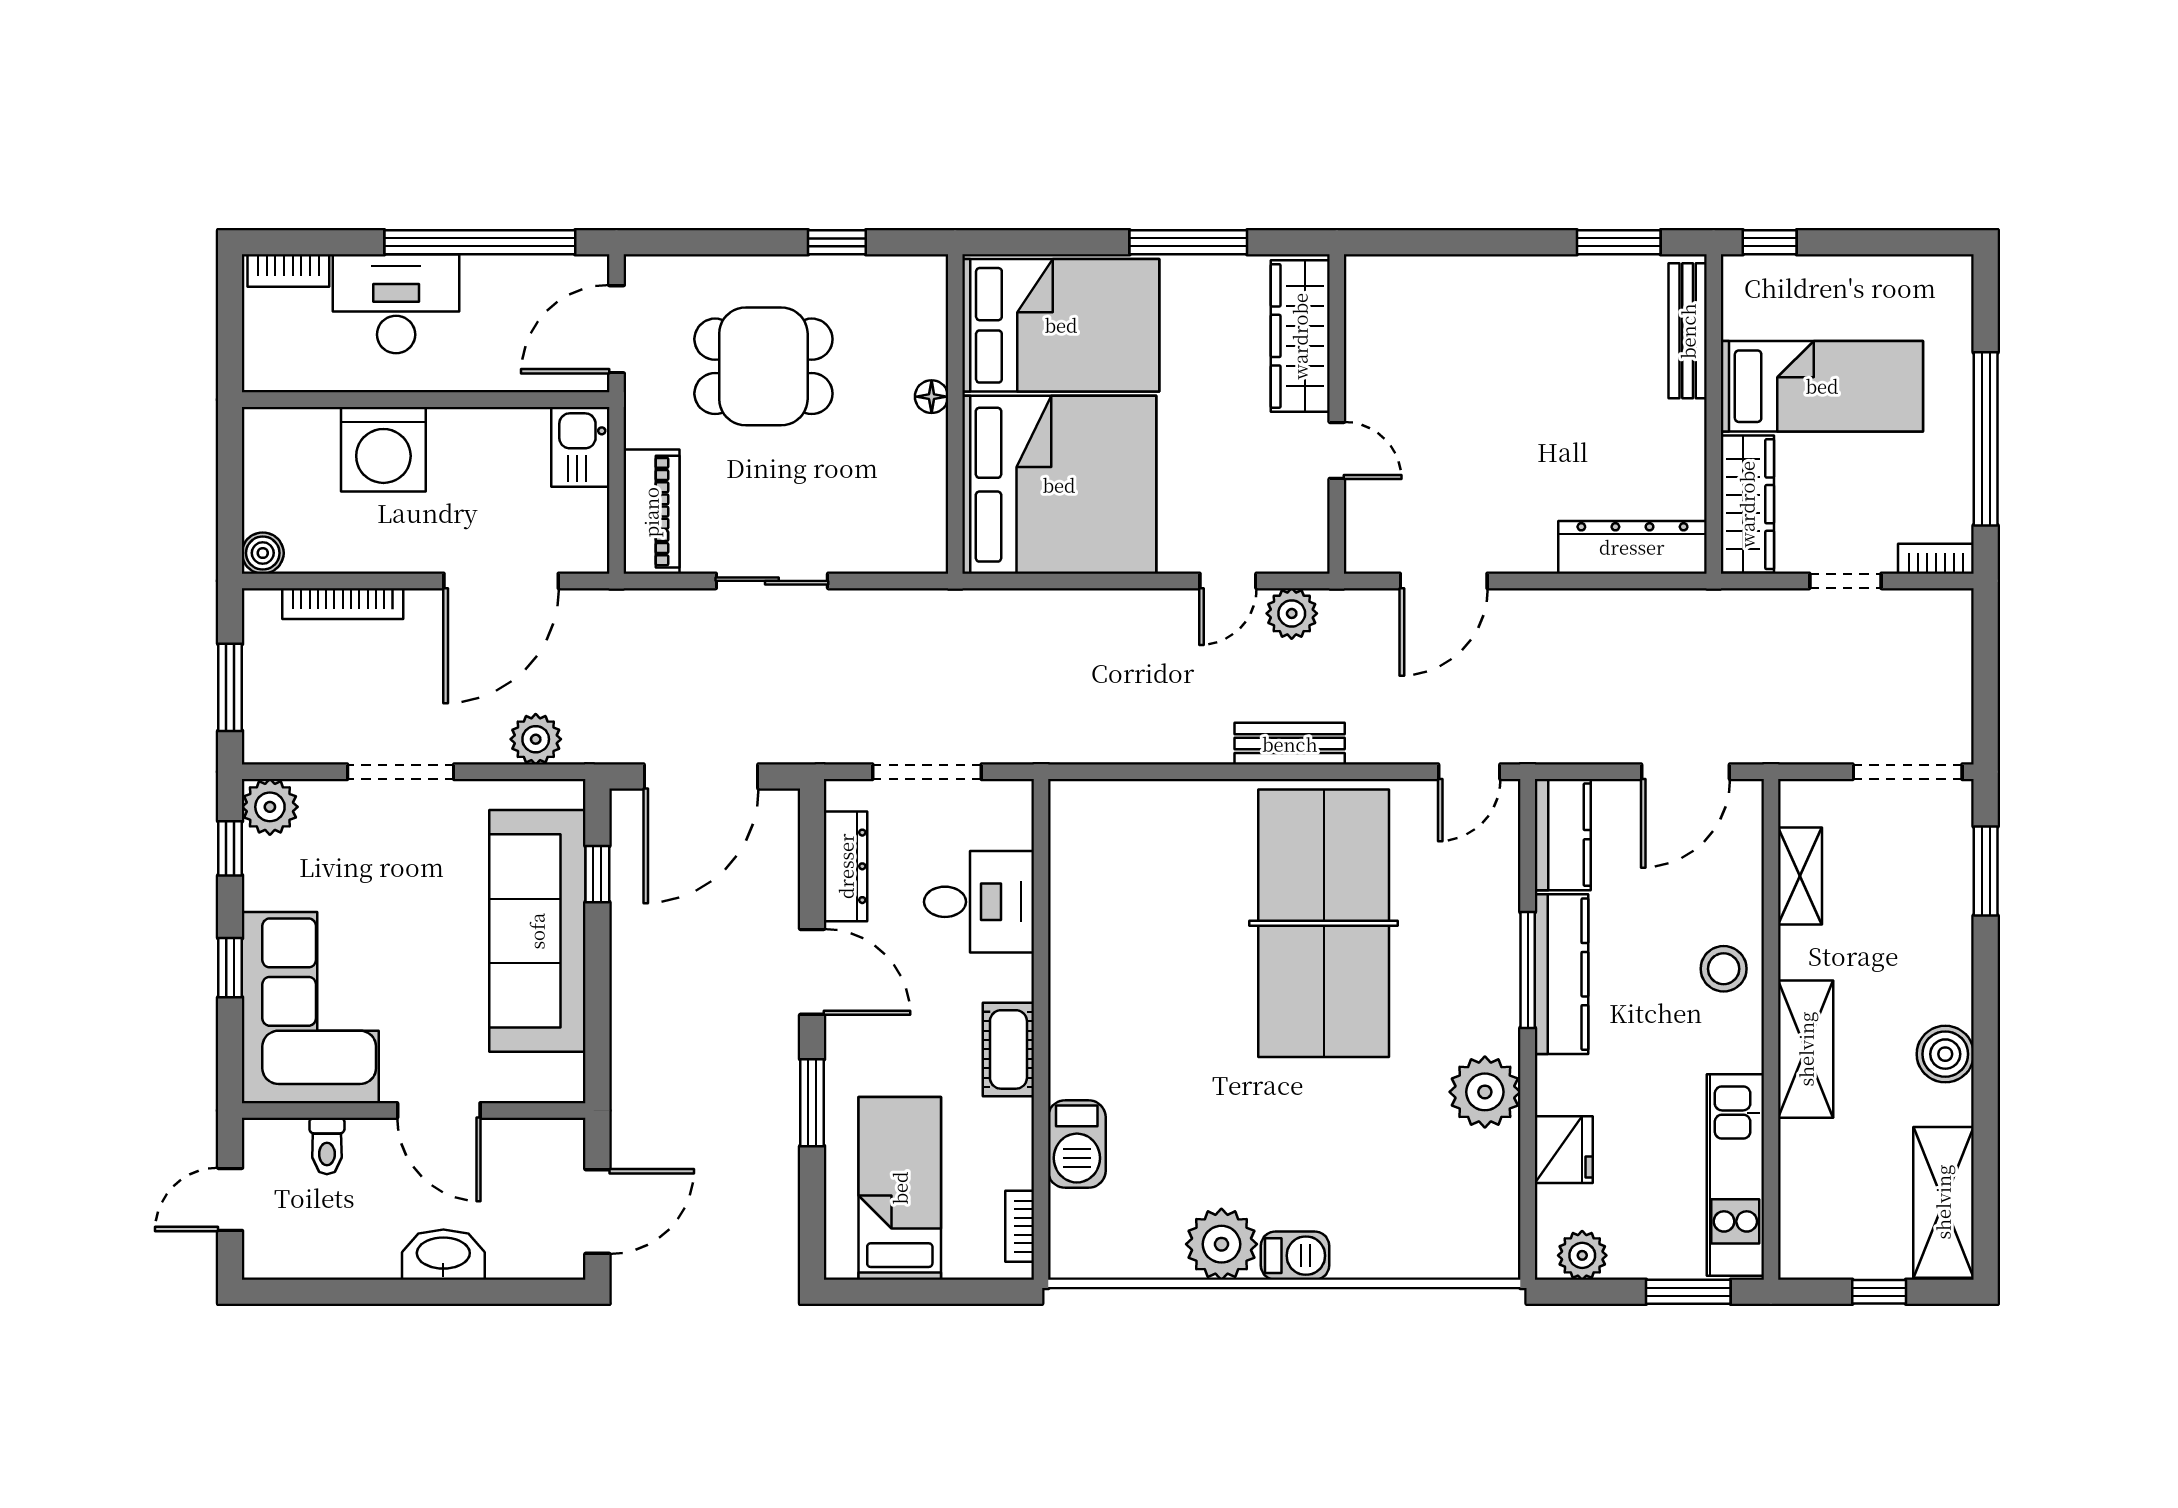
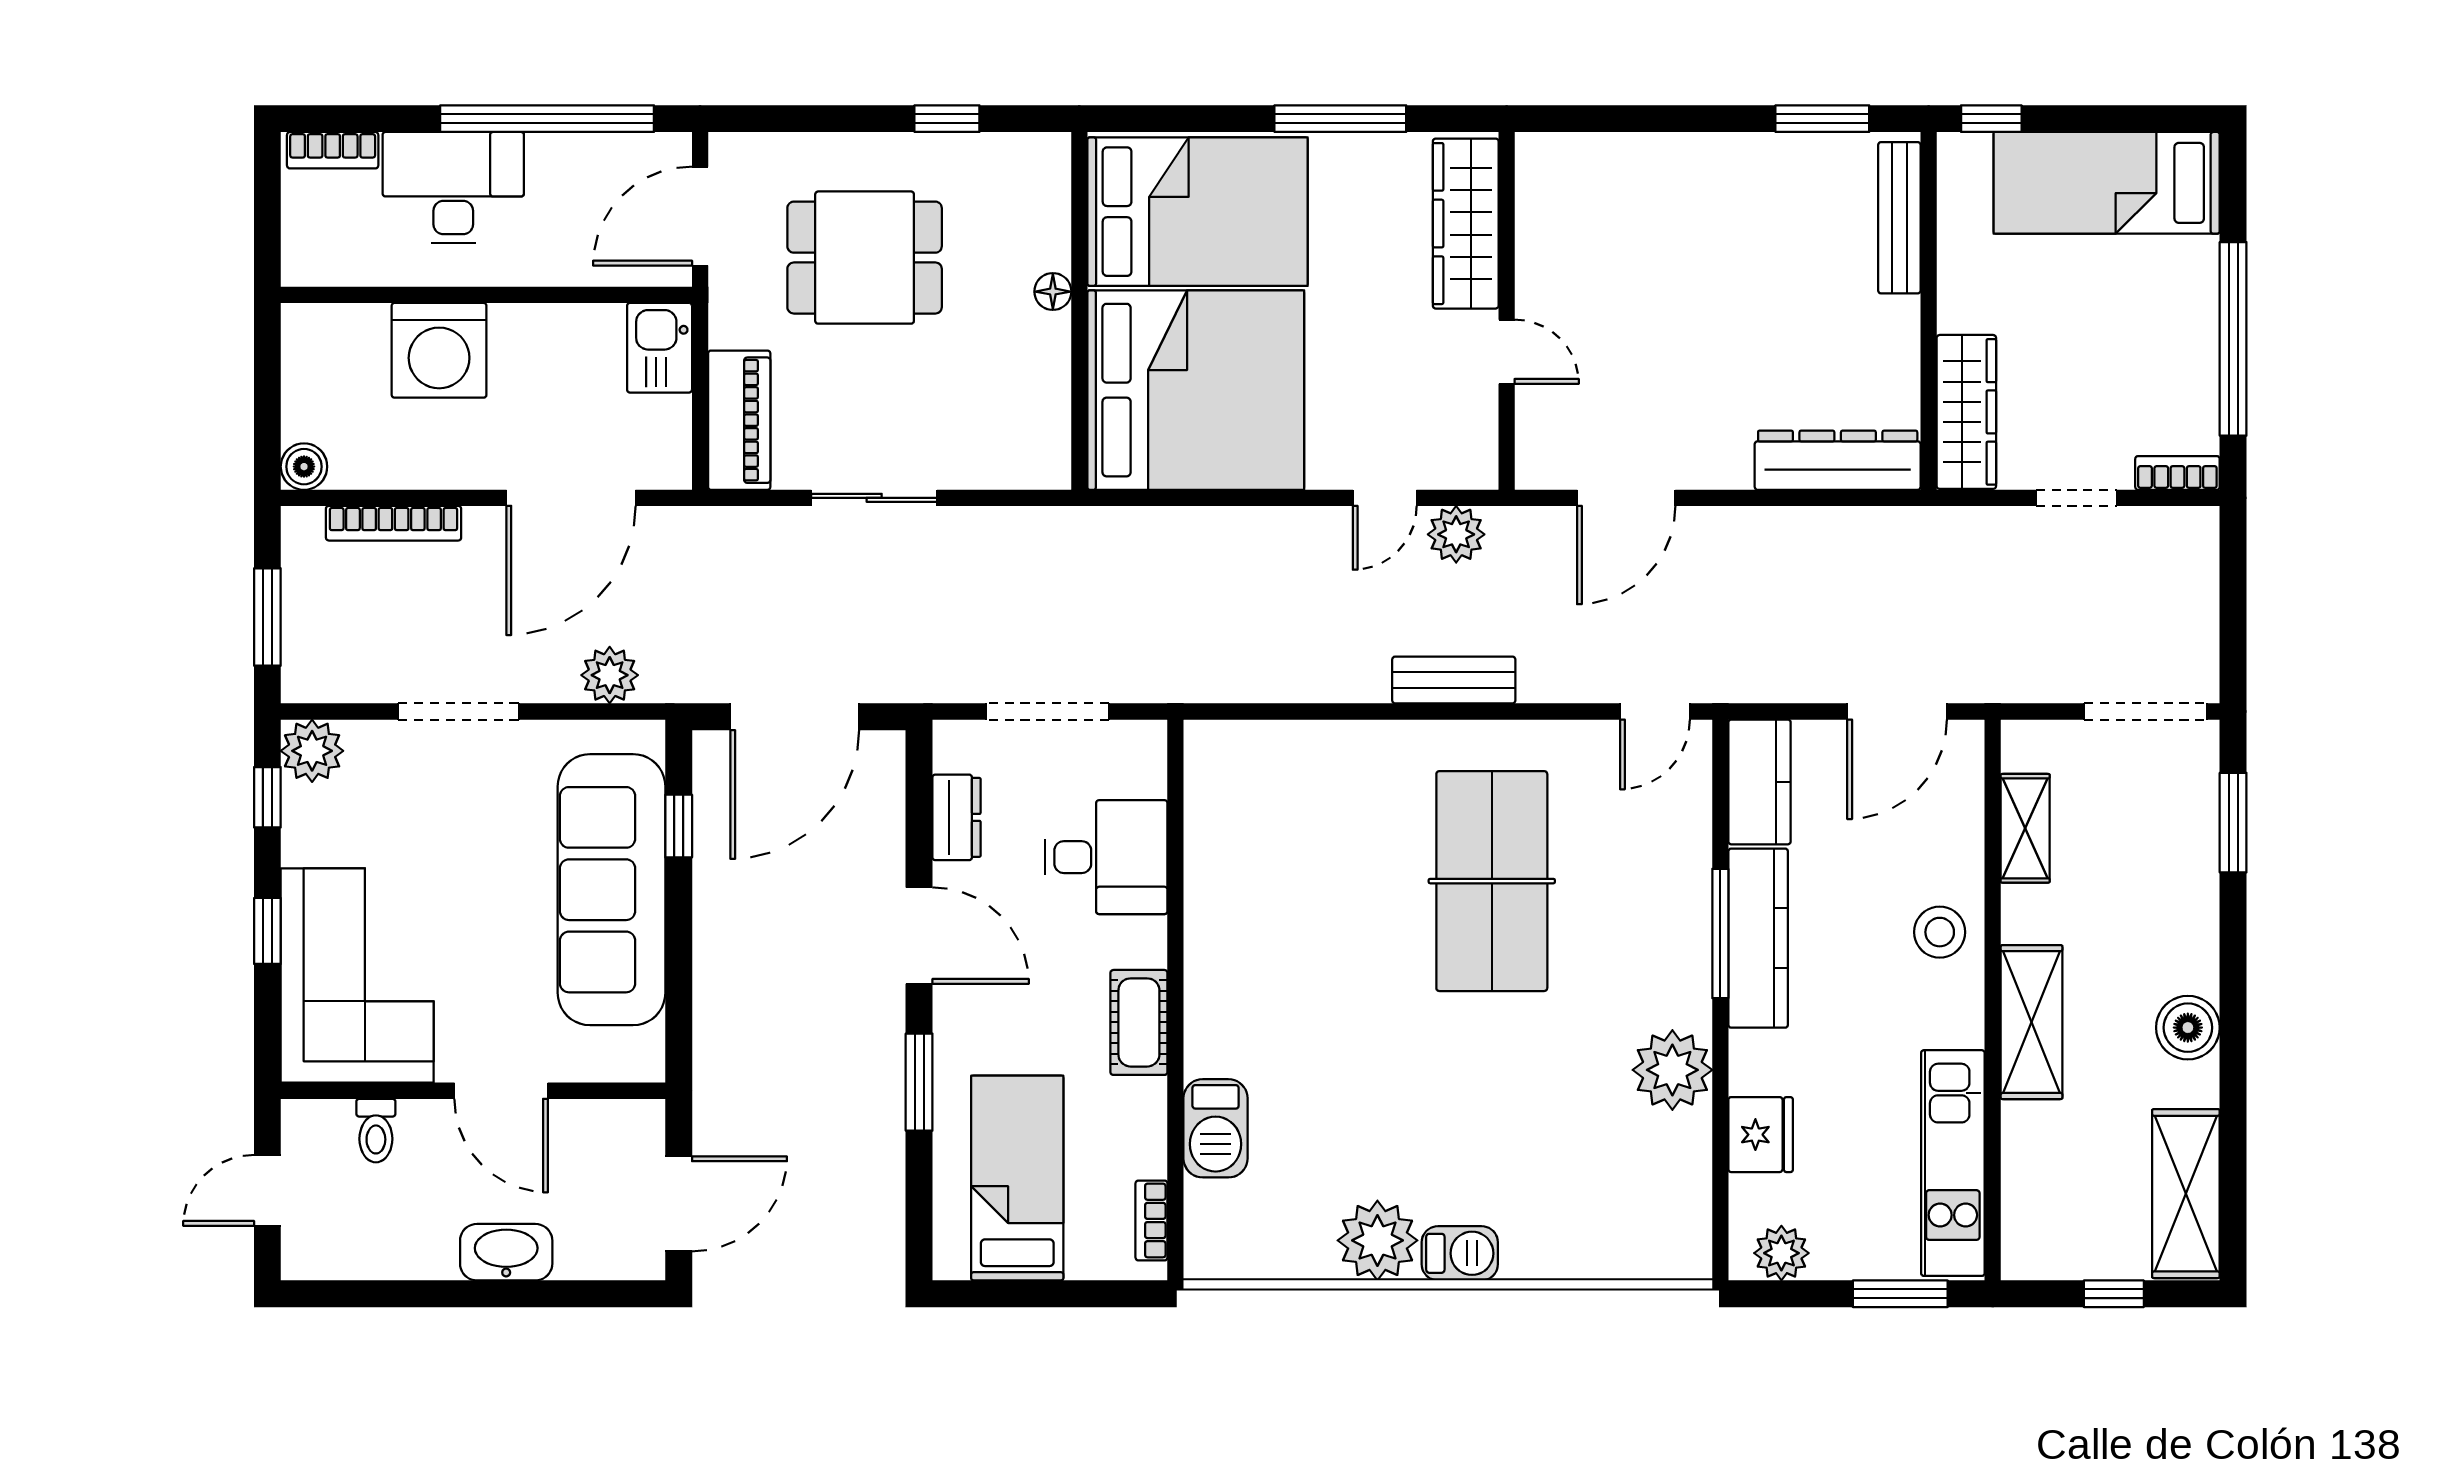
bed: (1822, 386) -> (2107, 183), moved, turned 180
dresser: (846, 866) -> (957, 817), width x0.70
table tennis table: (1324, 923) -> (1492, 881), width x0.73, depth x0.76

